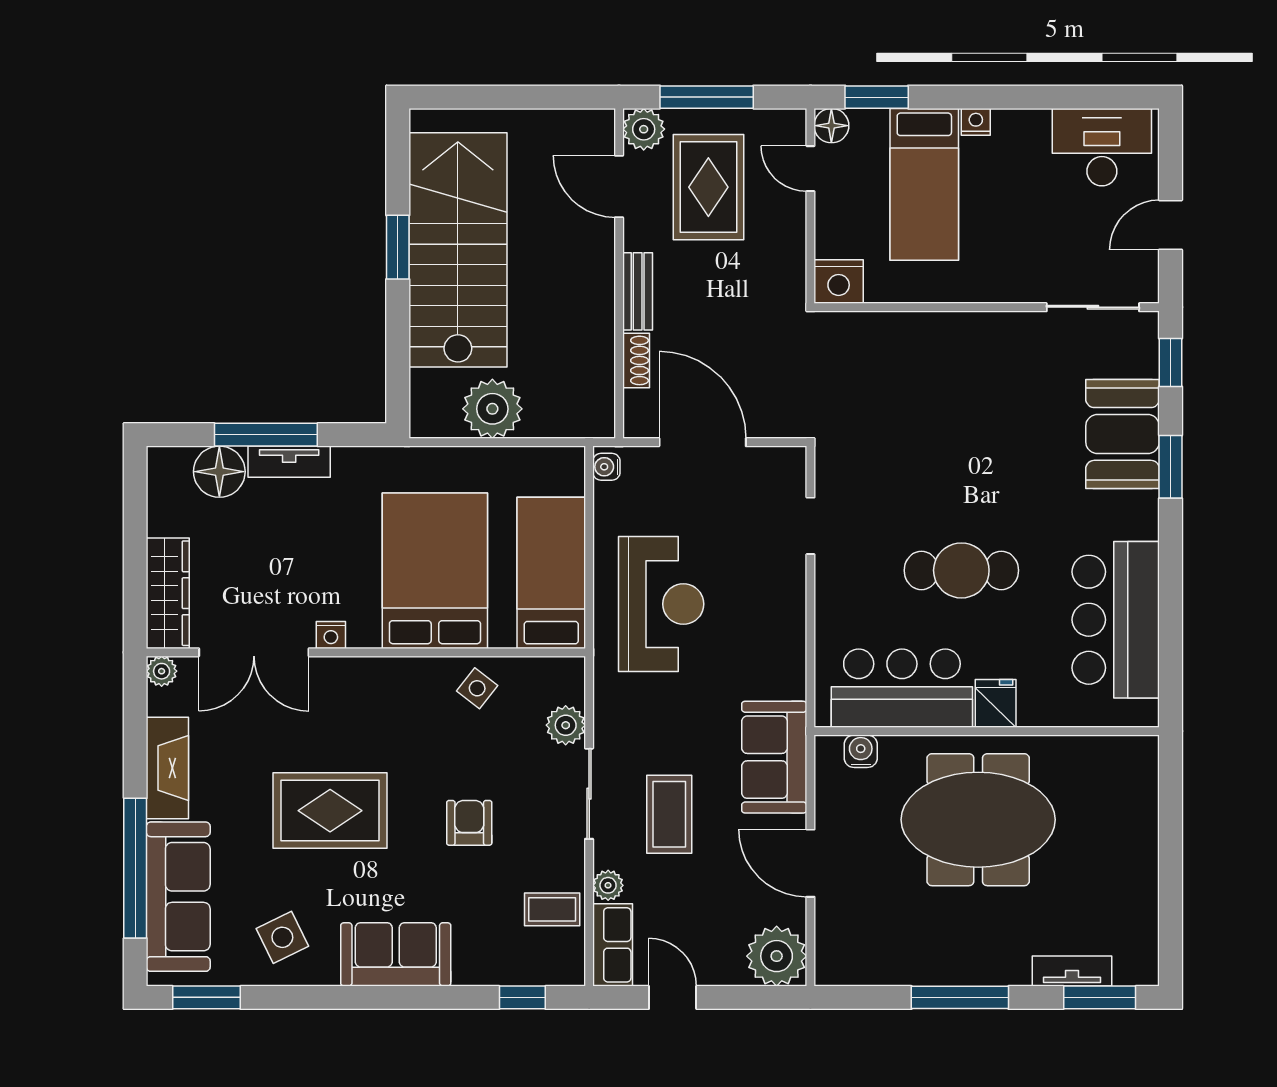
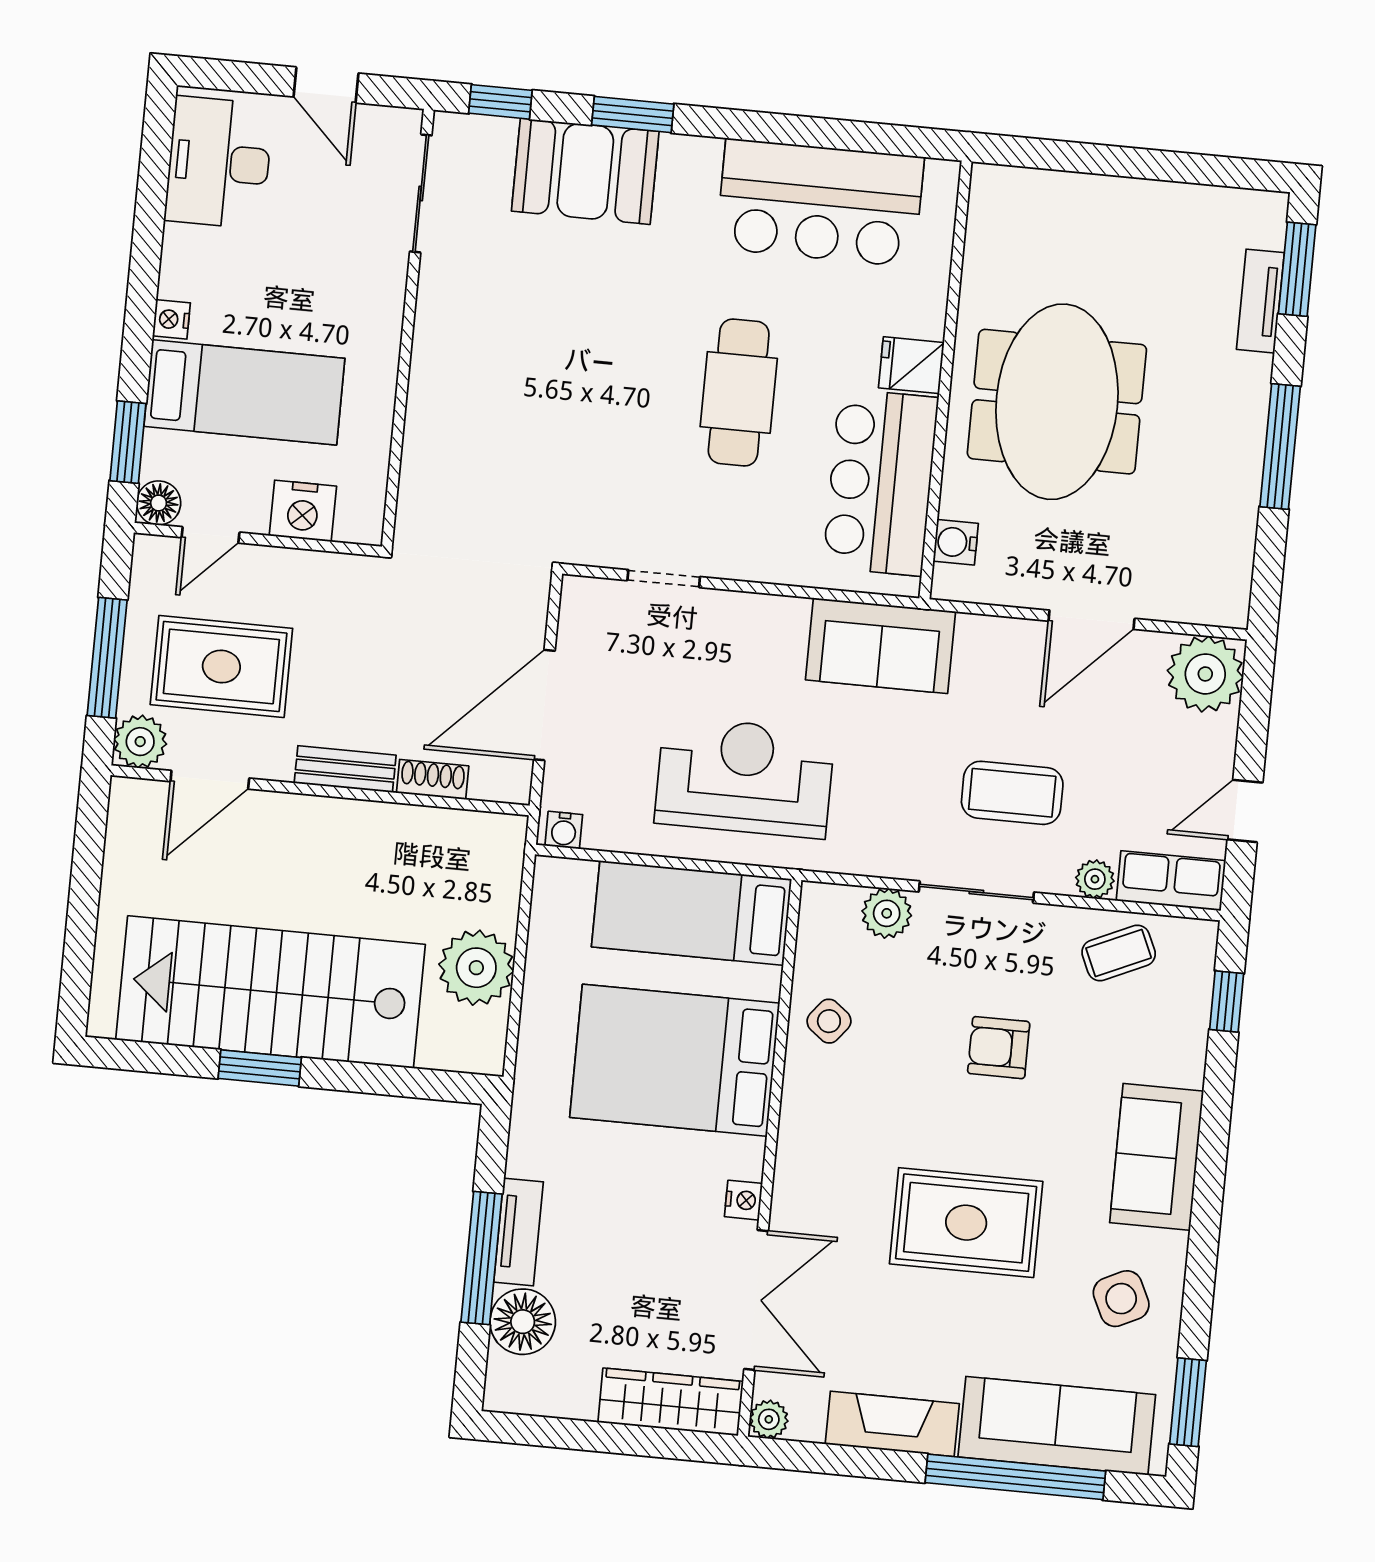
nightstand: (839, 281) -> (303, 511), moved, turned 90
sofa: (774, 757) -> (880, 646), moved
rug: (330, 811) -> (966, 1223), turned 90
coffee table: (552, 909) -> (1119, 953), turned 66

